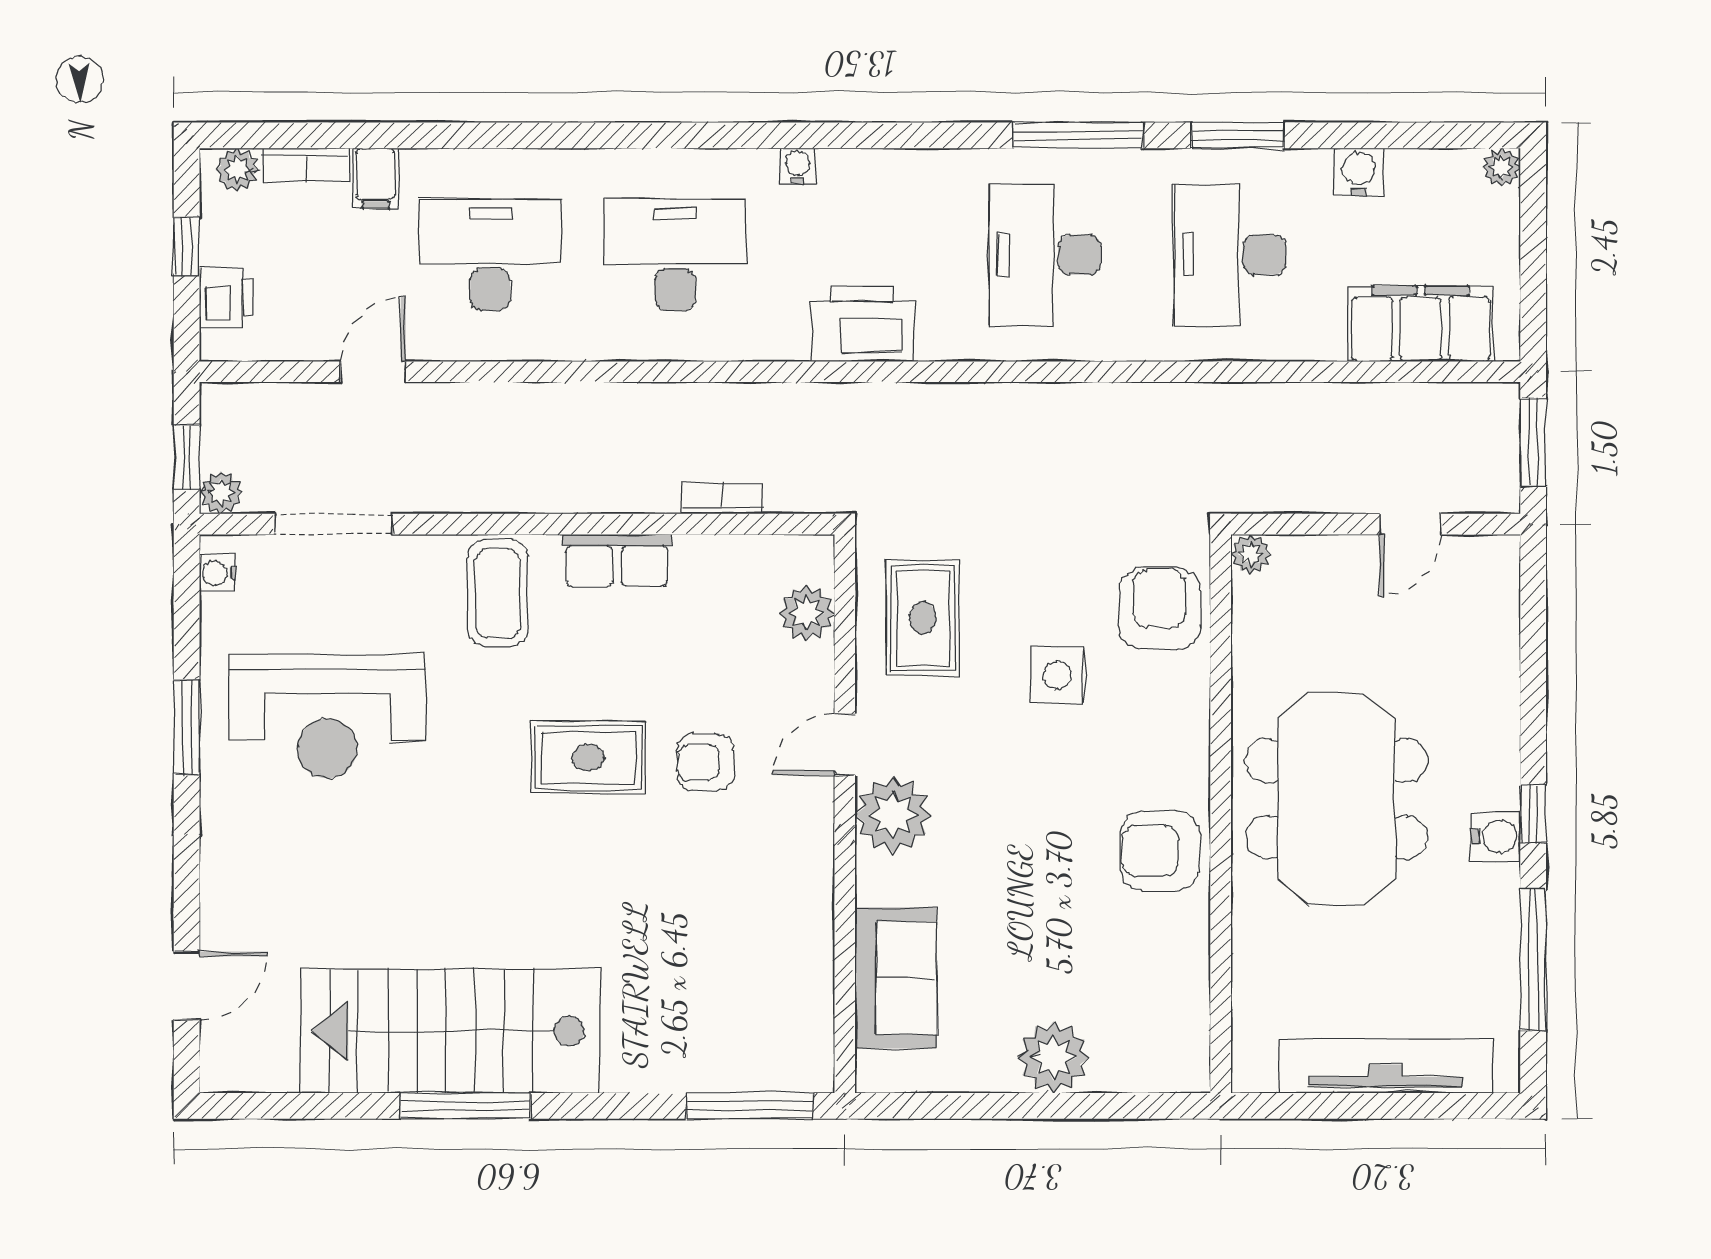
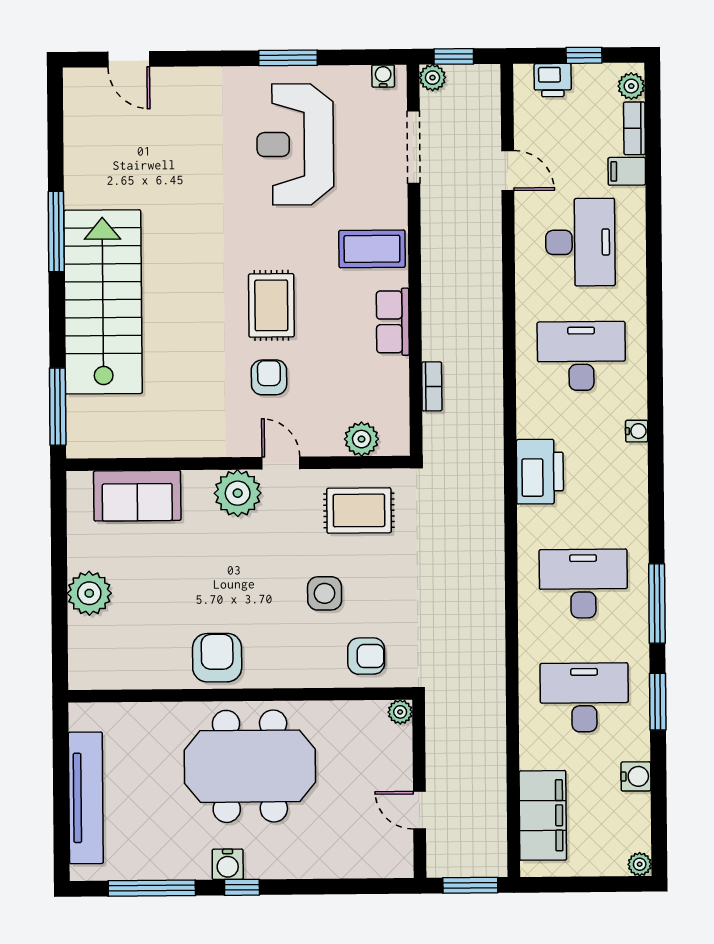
desk: (675, 255) -> (581, 356), turned -90
armchair: (1159, 609) -> (366, 656), width x0.72, depth x0.72
stairs: (450, 1031) -> (103, 302), moved

